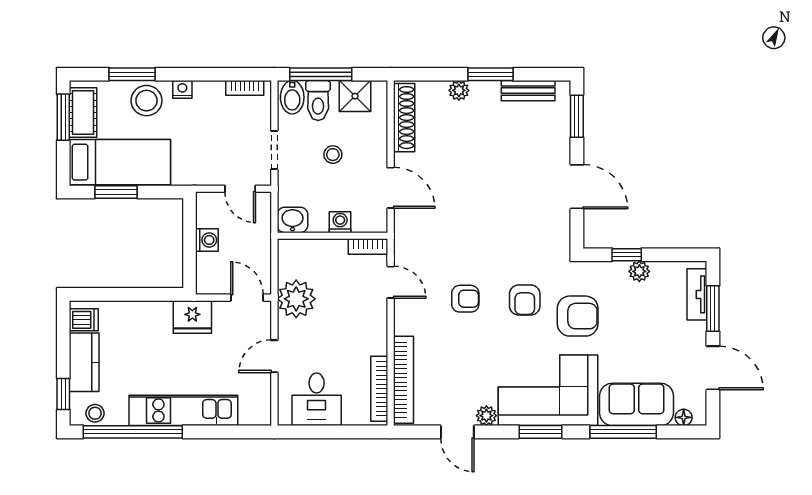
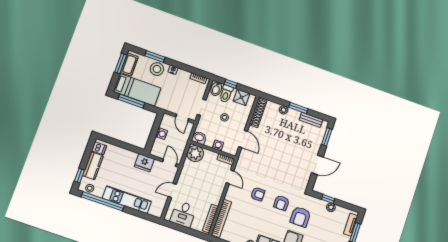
window: (321, 74) -> (231, 84), width x0.46
door: (577, 187) -> (317, 165), hinge flipped
window: (116, 192) -> (131, 101), width x1.44
plant: (296, 299) -> (195, 154), moved
armchair: (578, 316) -> (300, 217), turned 90

